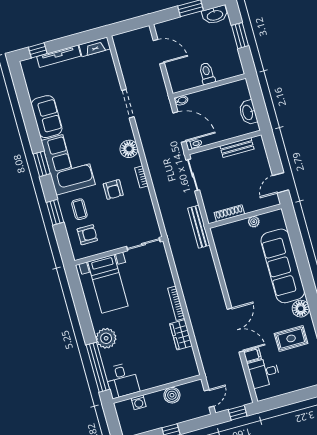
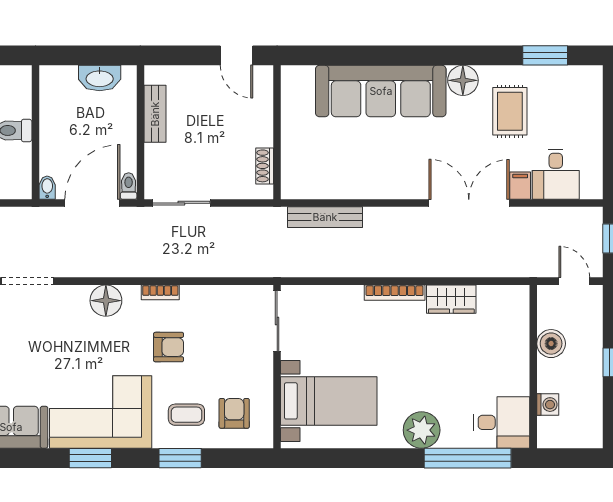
shoe rack: (229, 213) -> (265, 166), width x0.70
plant: (254, 222) -> (291, 120), removed
bench: (199, 227) -> (325, 217), moved

